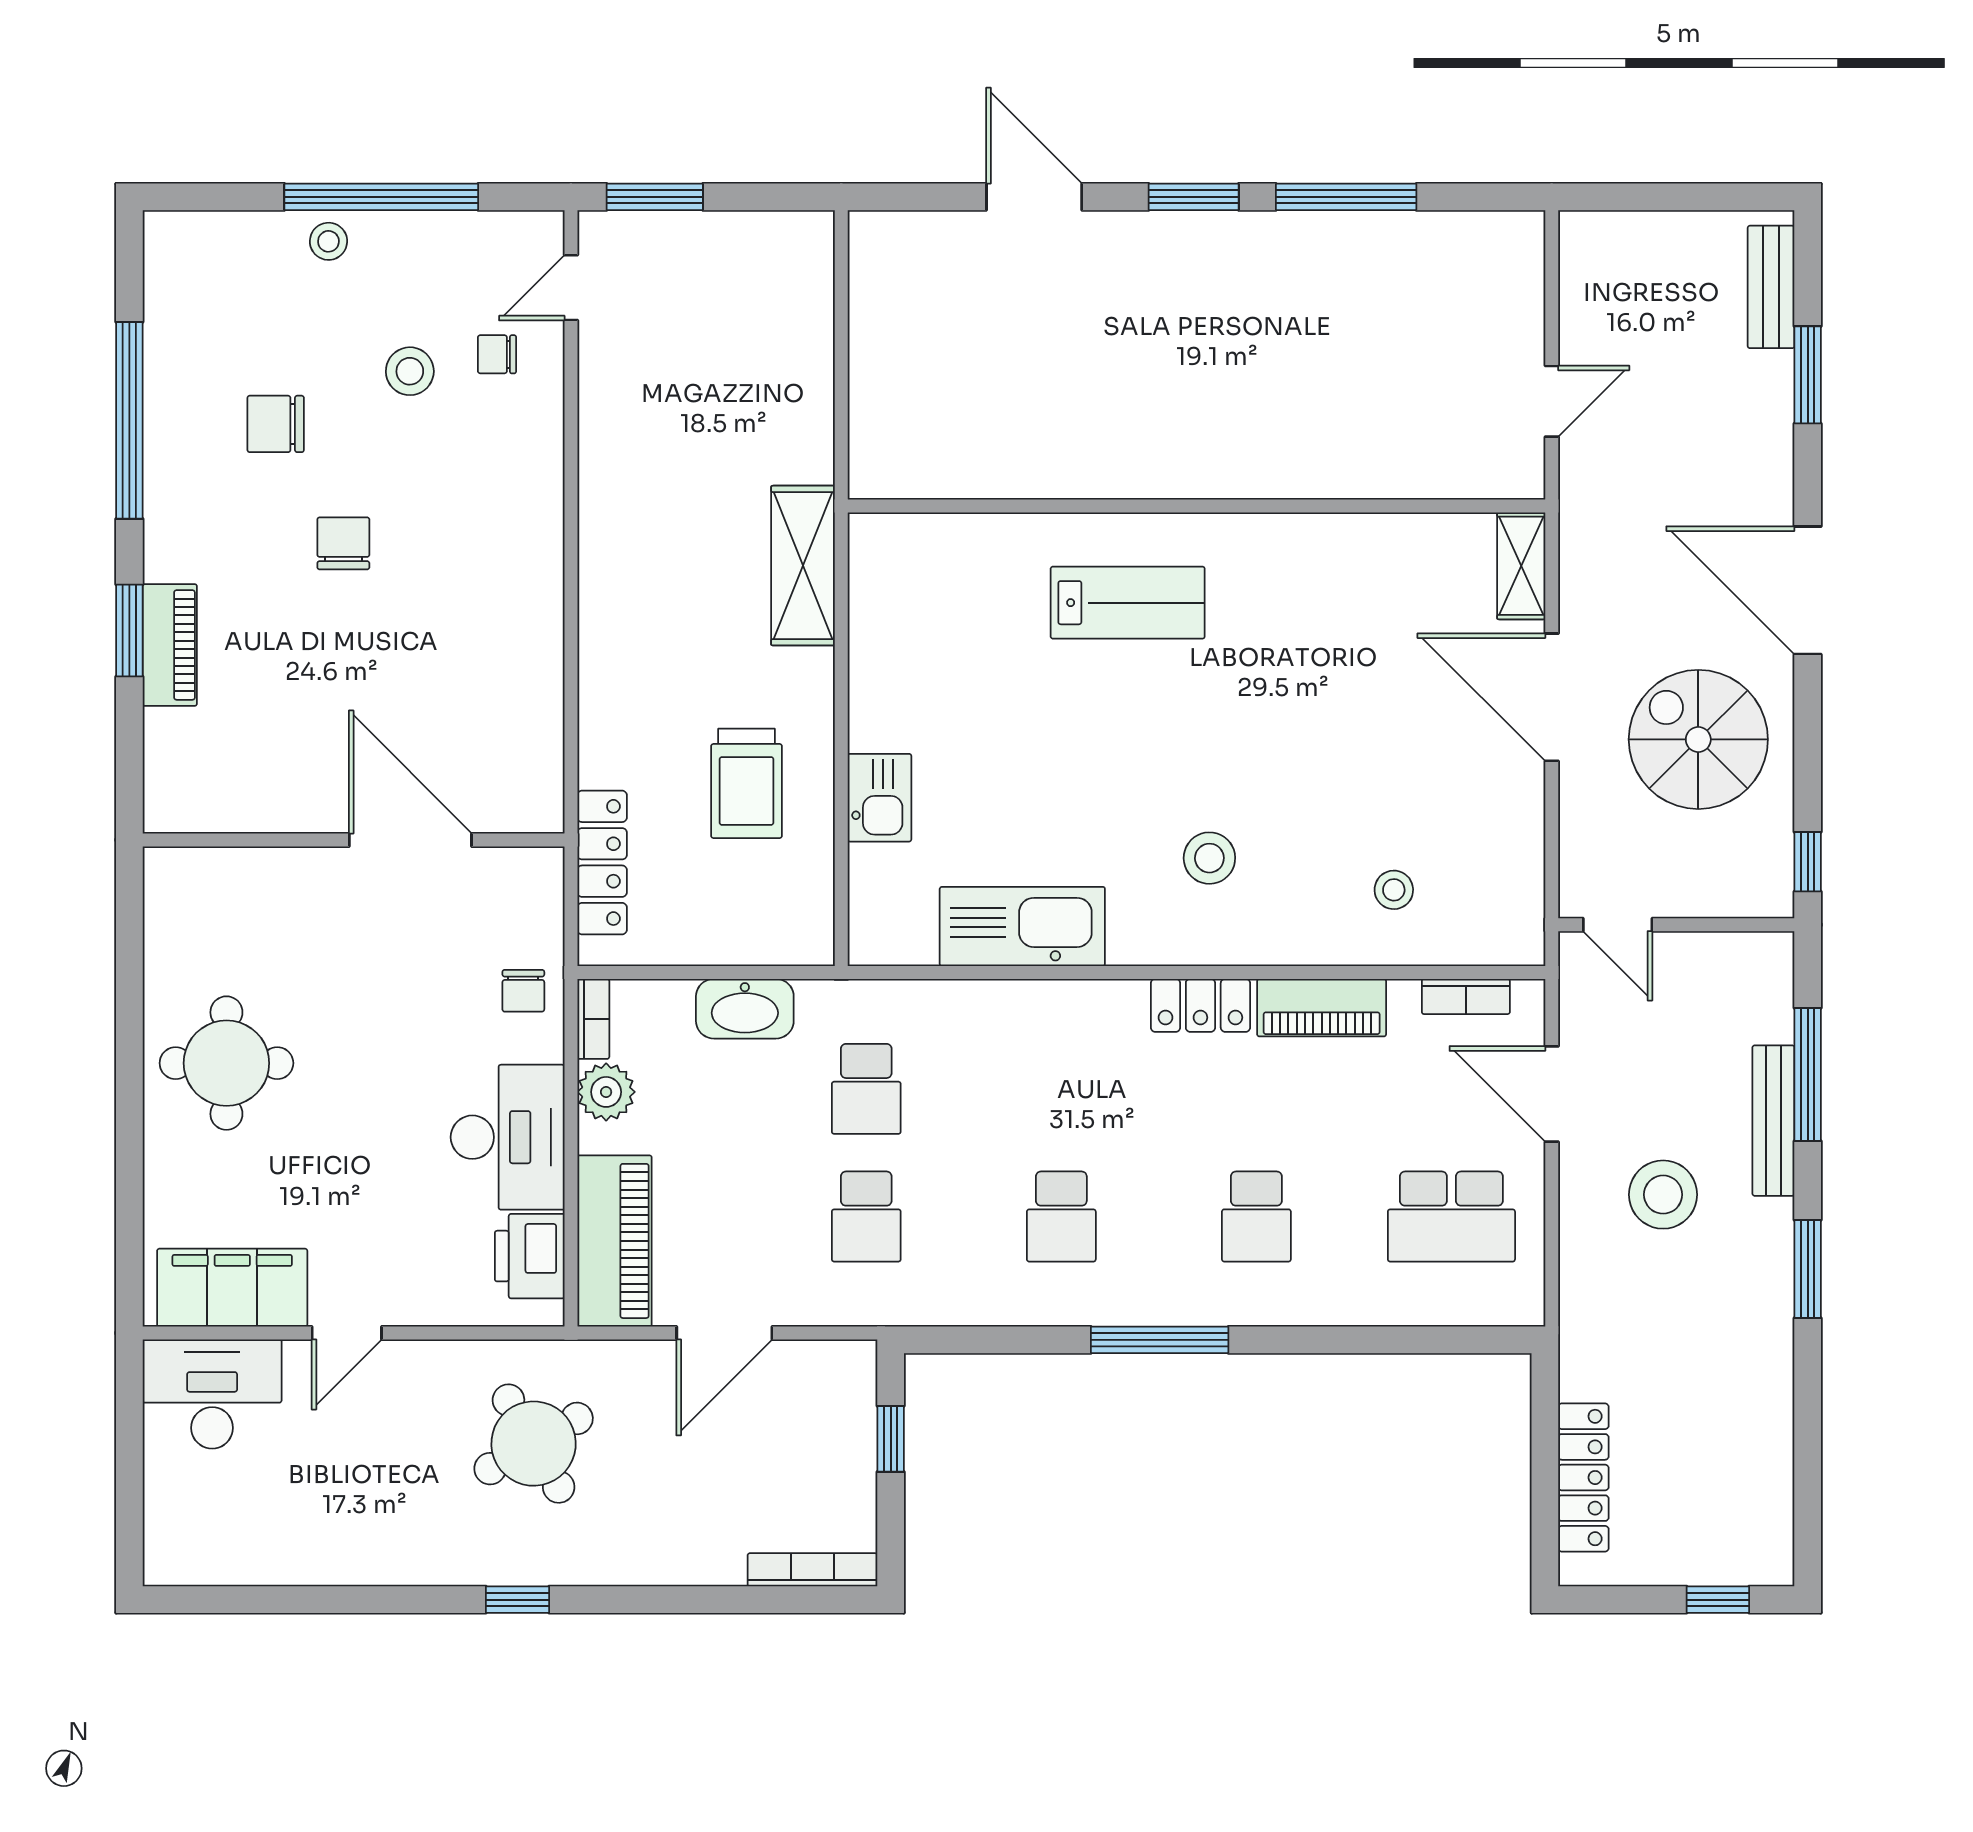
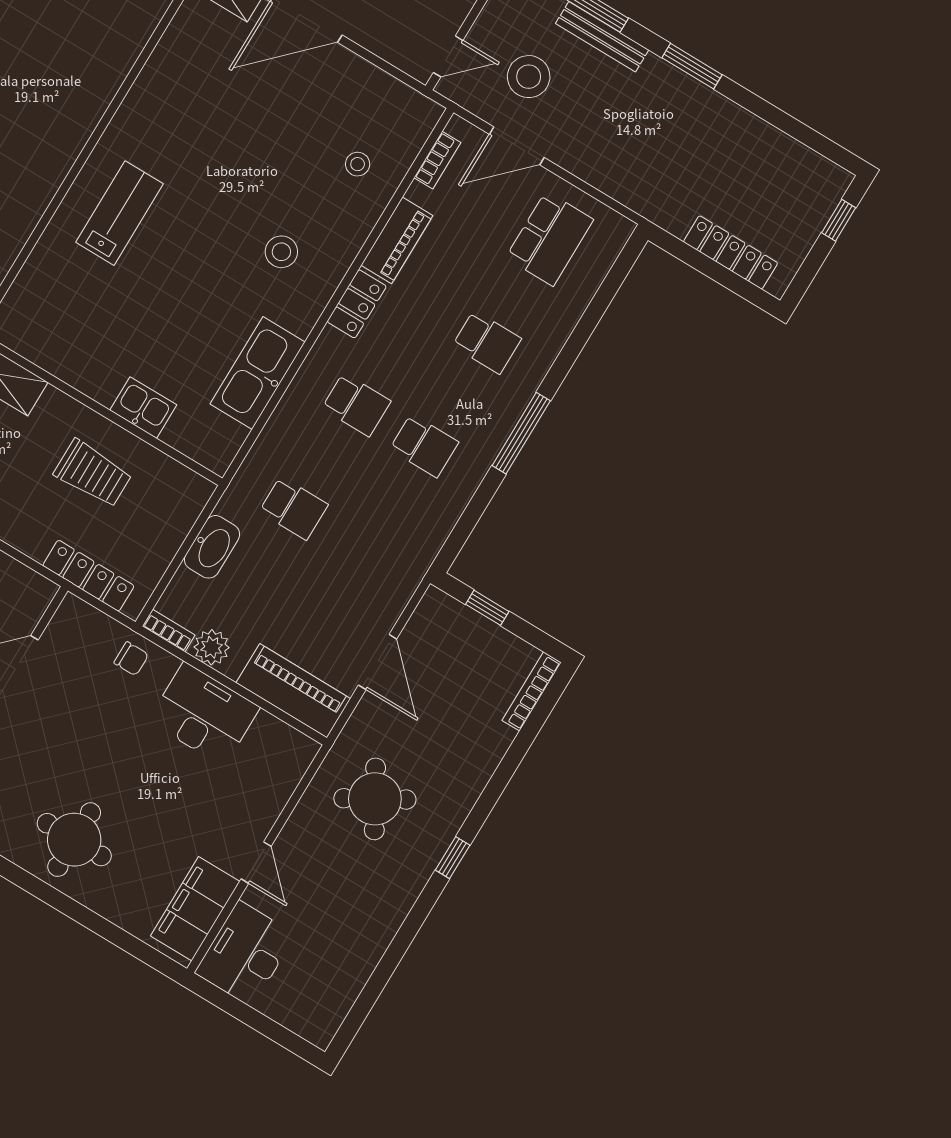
stool: (1663, 1195) -> (529, 77), moved
school desk: (866, 1217) -> (356, 405), moved
printer: (530, 1256) -> (274, 741), removed

